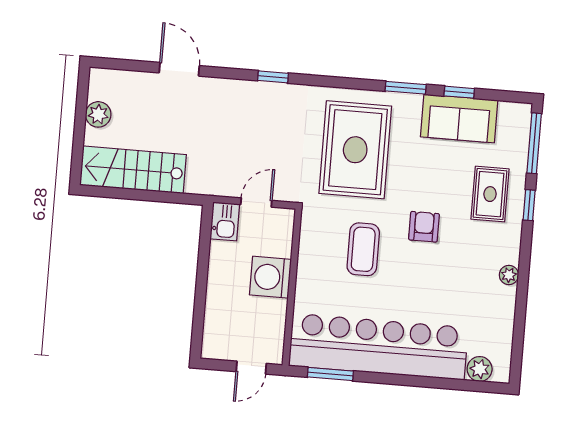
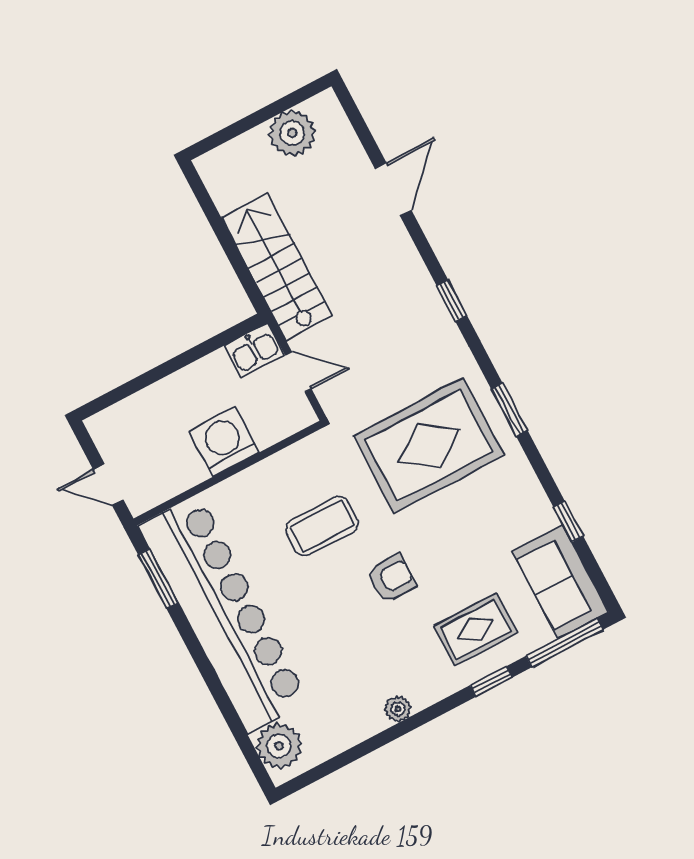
window: (406, 88) -> (509, 410), moved
plant: (98, 114) -> (292, 133), width x1.36, depth x1.36
sofa: (459, 119) -> (560, 582), moved
stairs: (133, 170) -> (277, 267), moved
plant: (480, 369) -> (279, 746), width x1.36, depth x1.36

